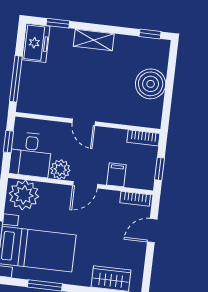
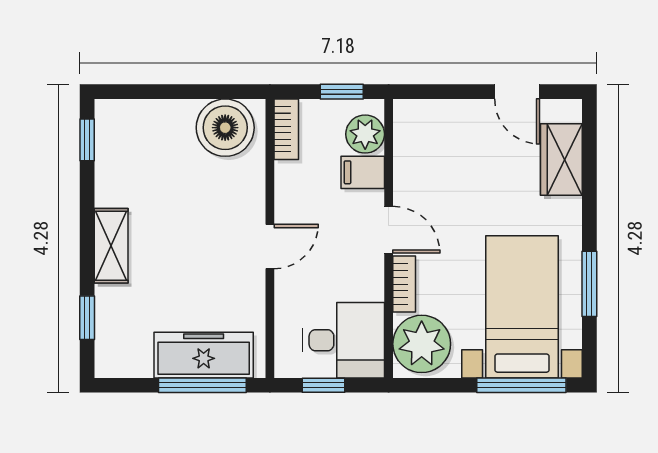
freezer: (36, 43) -> (204, 355), moved, width x1.40
boiler: (151, 84) -> (225, 128), moved
plant: (60, 169) -> (365, 134), moved
bookcase: (135, 199) -> (404, 284), moved
door: (152, 231) -> (517, 92), moved

